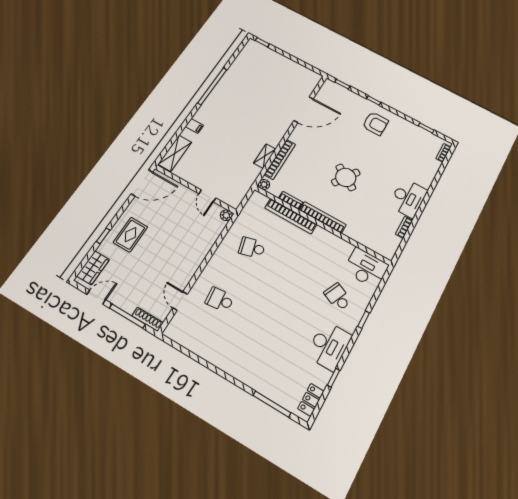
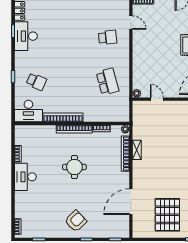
pallet: (273, 77) -> (167, 215), added
armchair: (375, 124) -> (76, 221), turned 136
round table: (346, 177) -> (74, 167), turned -33
bookcase: (291, 216) -> (63, 117), moved
school desk: (252, 248) -> (108, 82), width x1.85
desk: (329, 346) -> (26, 36), moved

